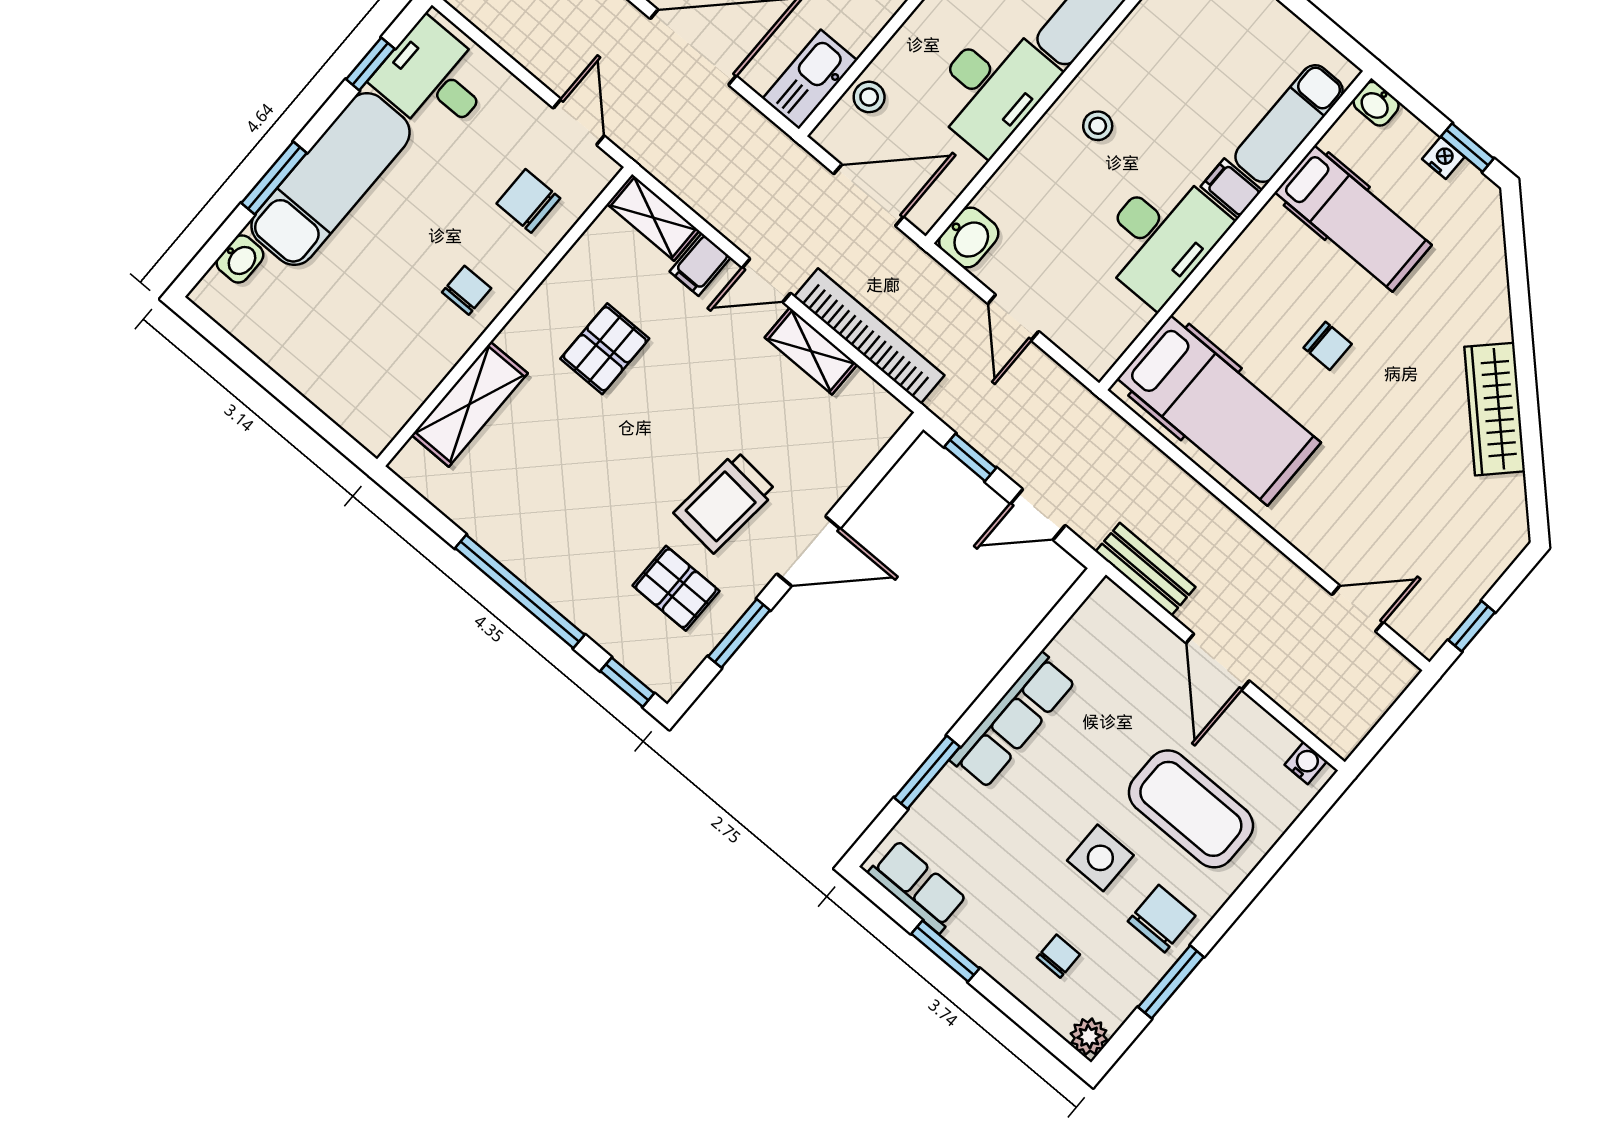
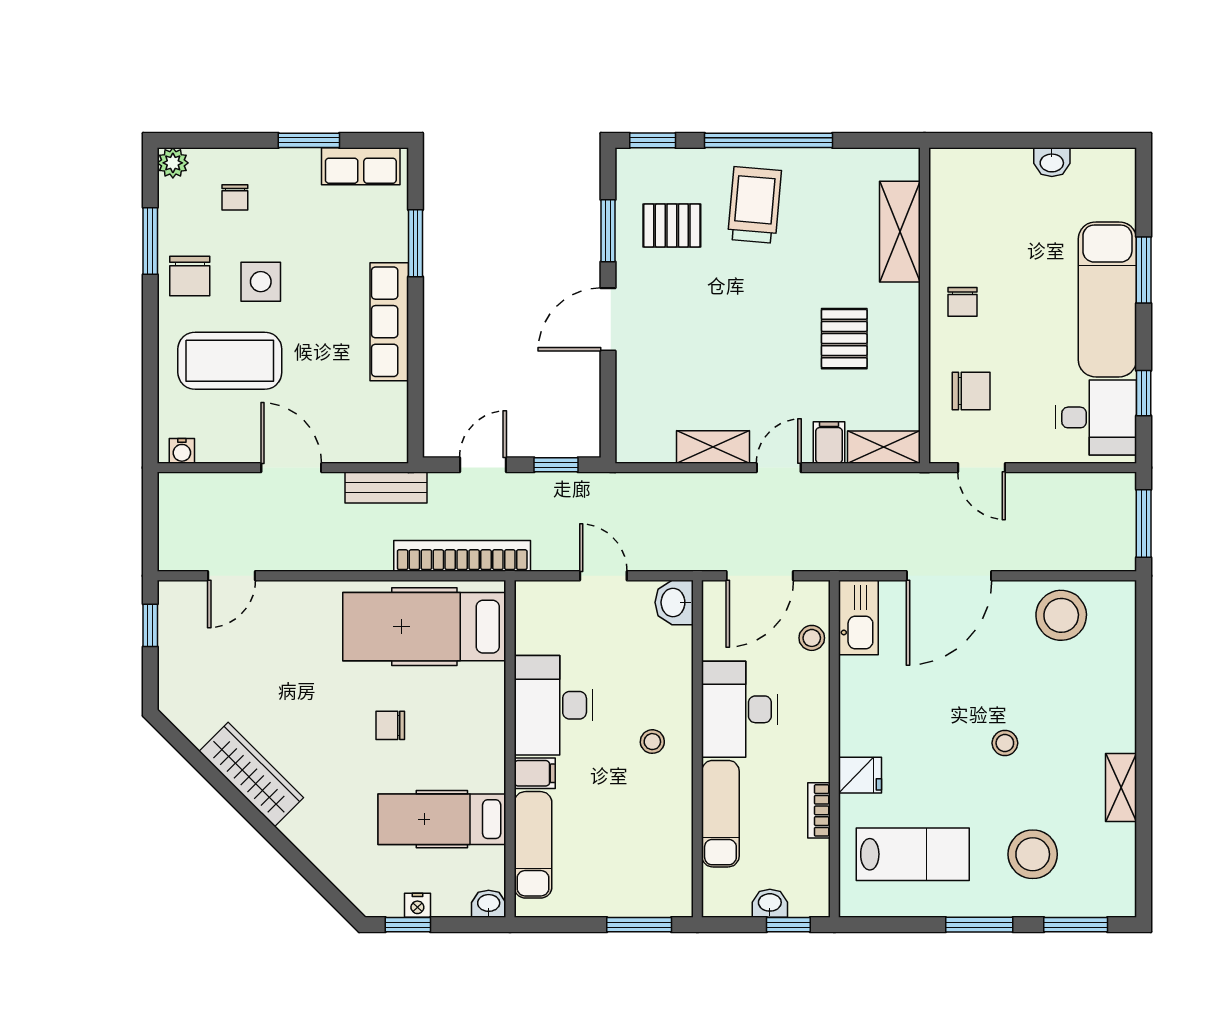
washbasin: (240, 259) -> (1052, 162), moved, turned -90
bookcase: (869, 336) -> (462, 556), moved, turned 180
trolley: (725, 502) -> (754, 205), moved

